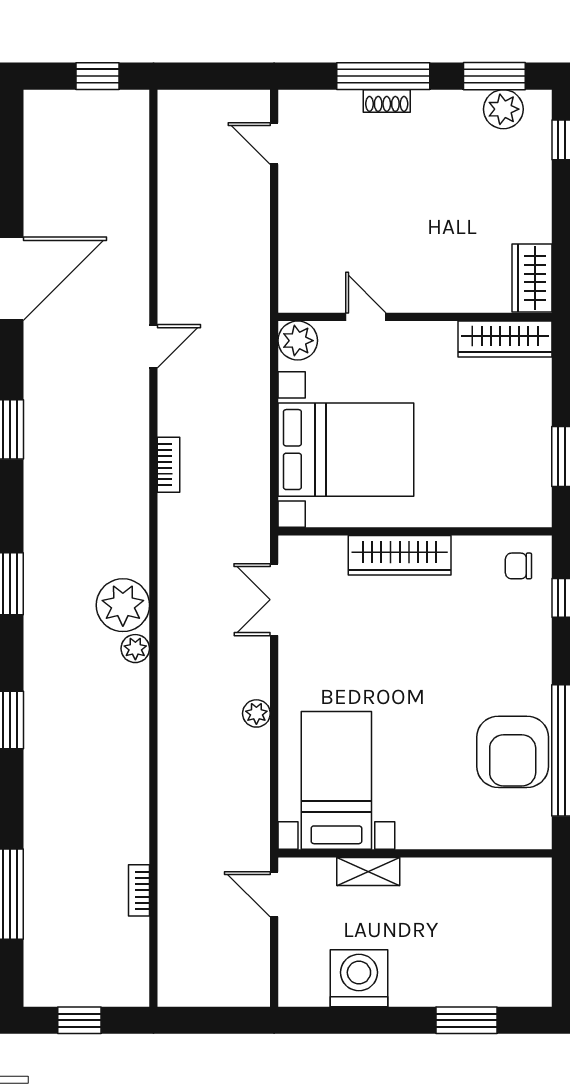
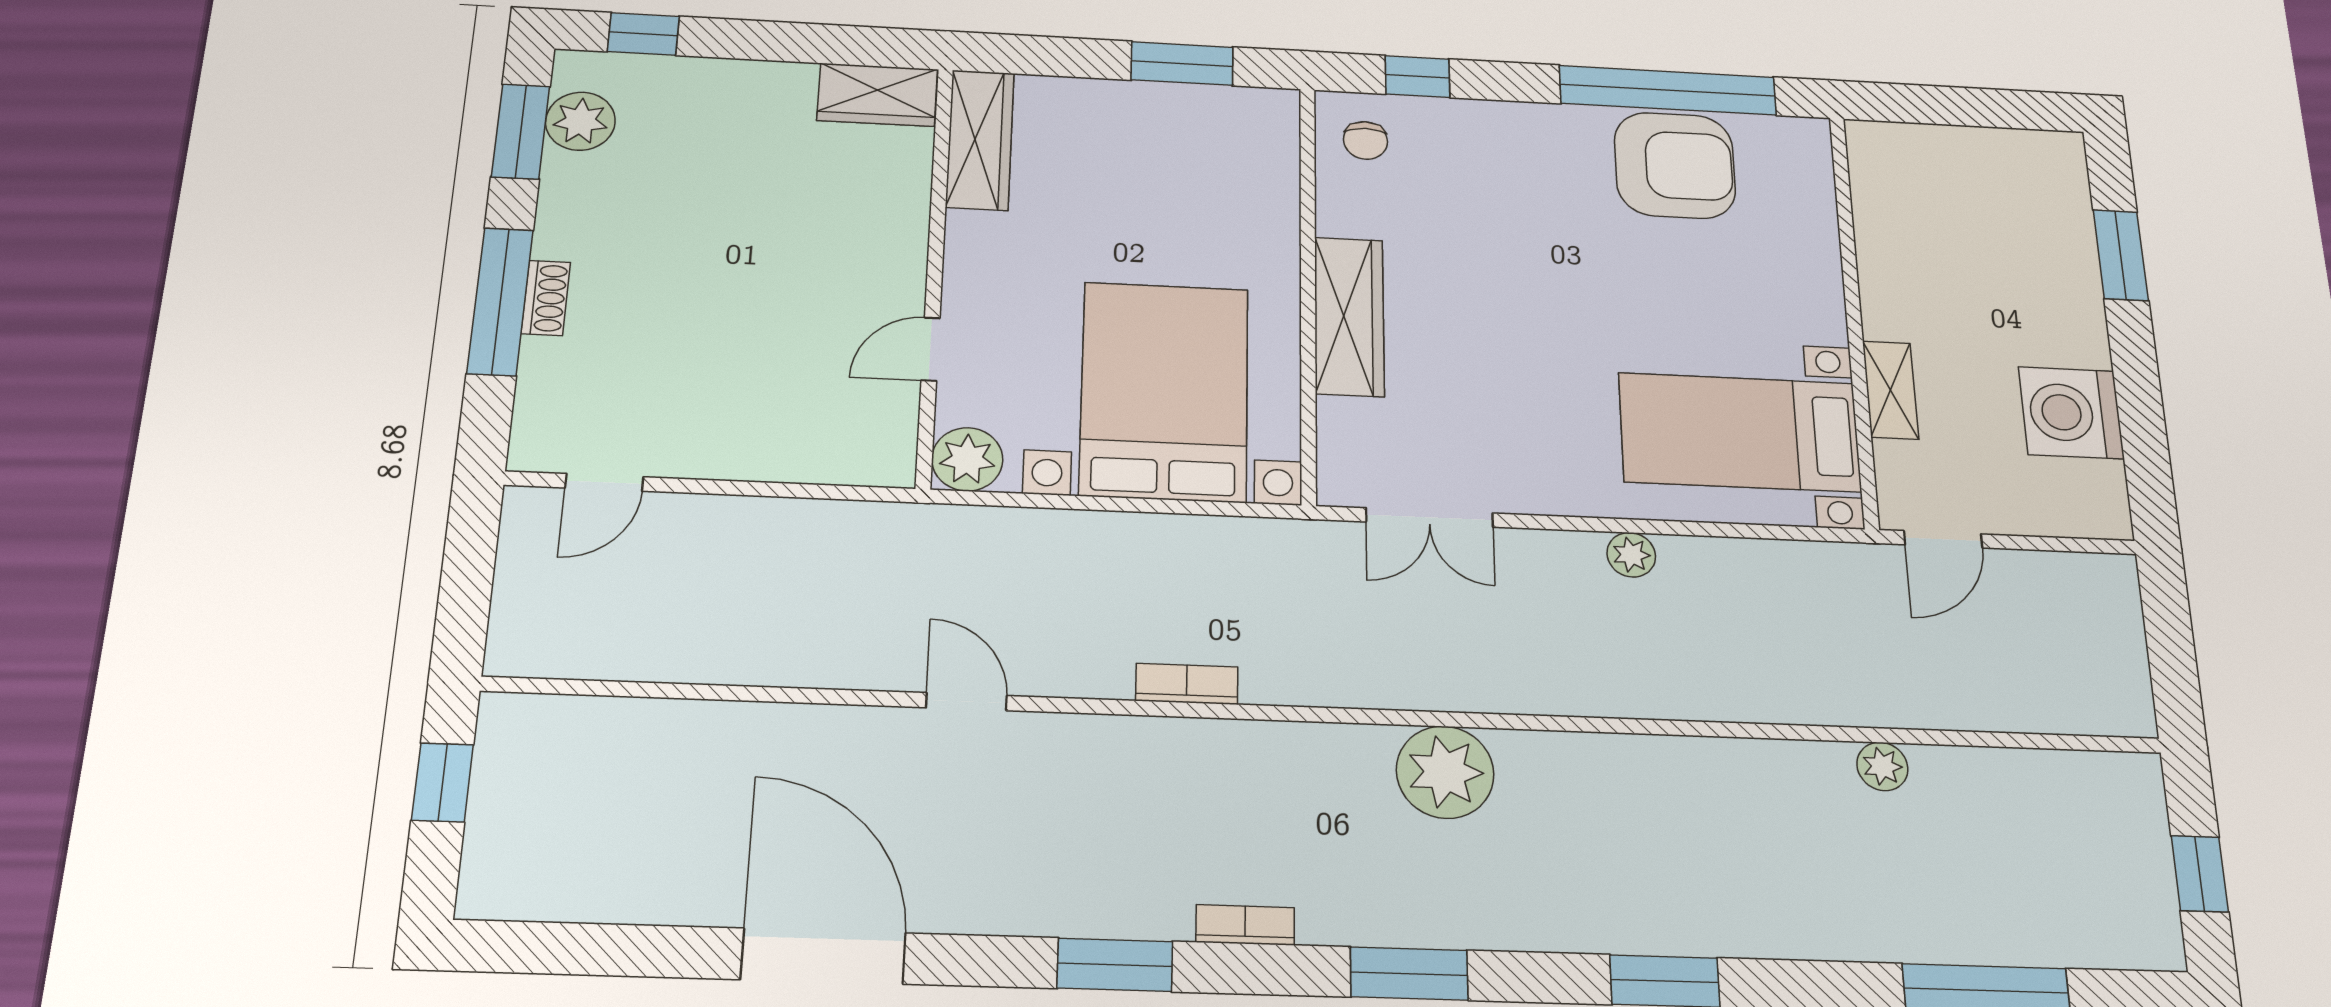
plant: (135, 649) -> (1882, 766), moved
bookcase: (139, 890) -> (1245, 925), moved, turned 180

